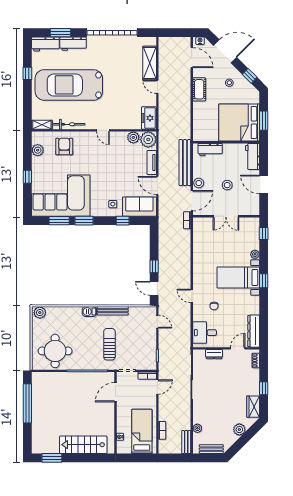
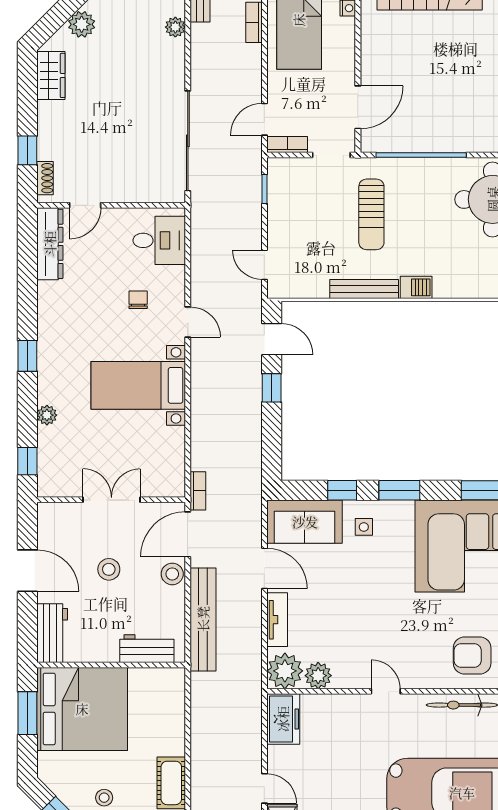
armchair: (64, 146) -> (472, 655), turned 90
window: (84, 221) -> (399, 490), moved
bed with nightstands: (238, 277) -> (138, 385), moved, turned 180
dresser: (214, 354) -> (138, 192), removed
window: (264, 388) -> (27, 150), moved

